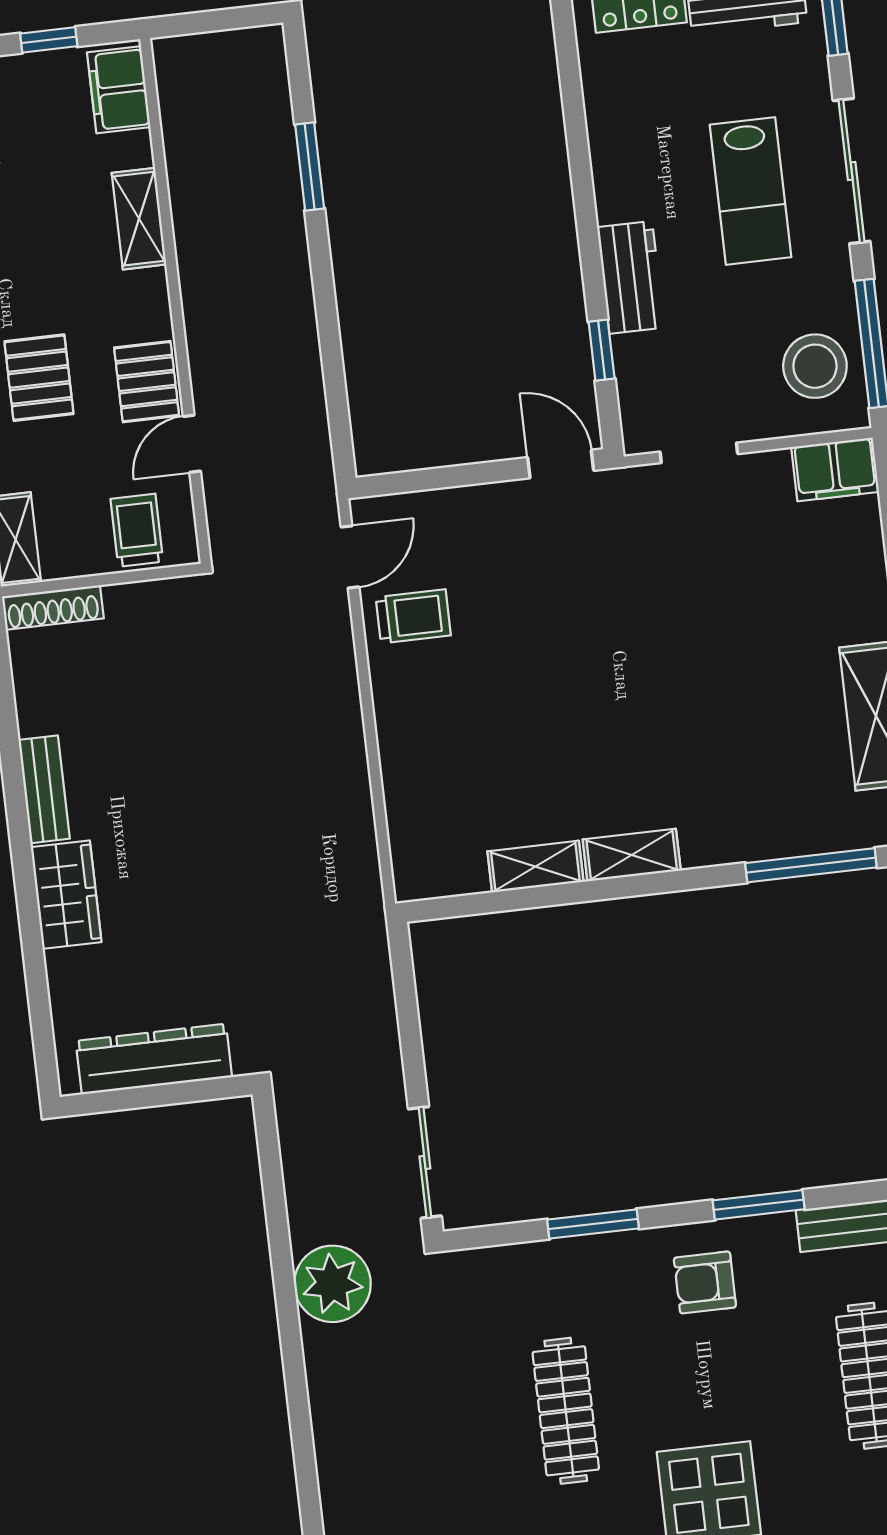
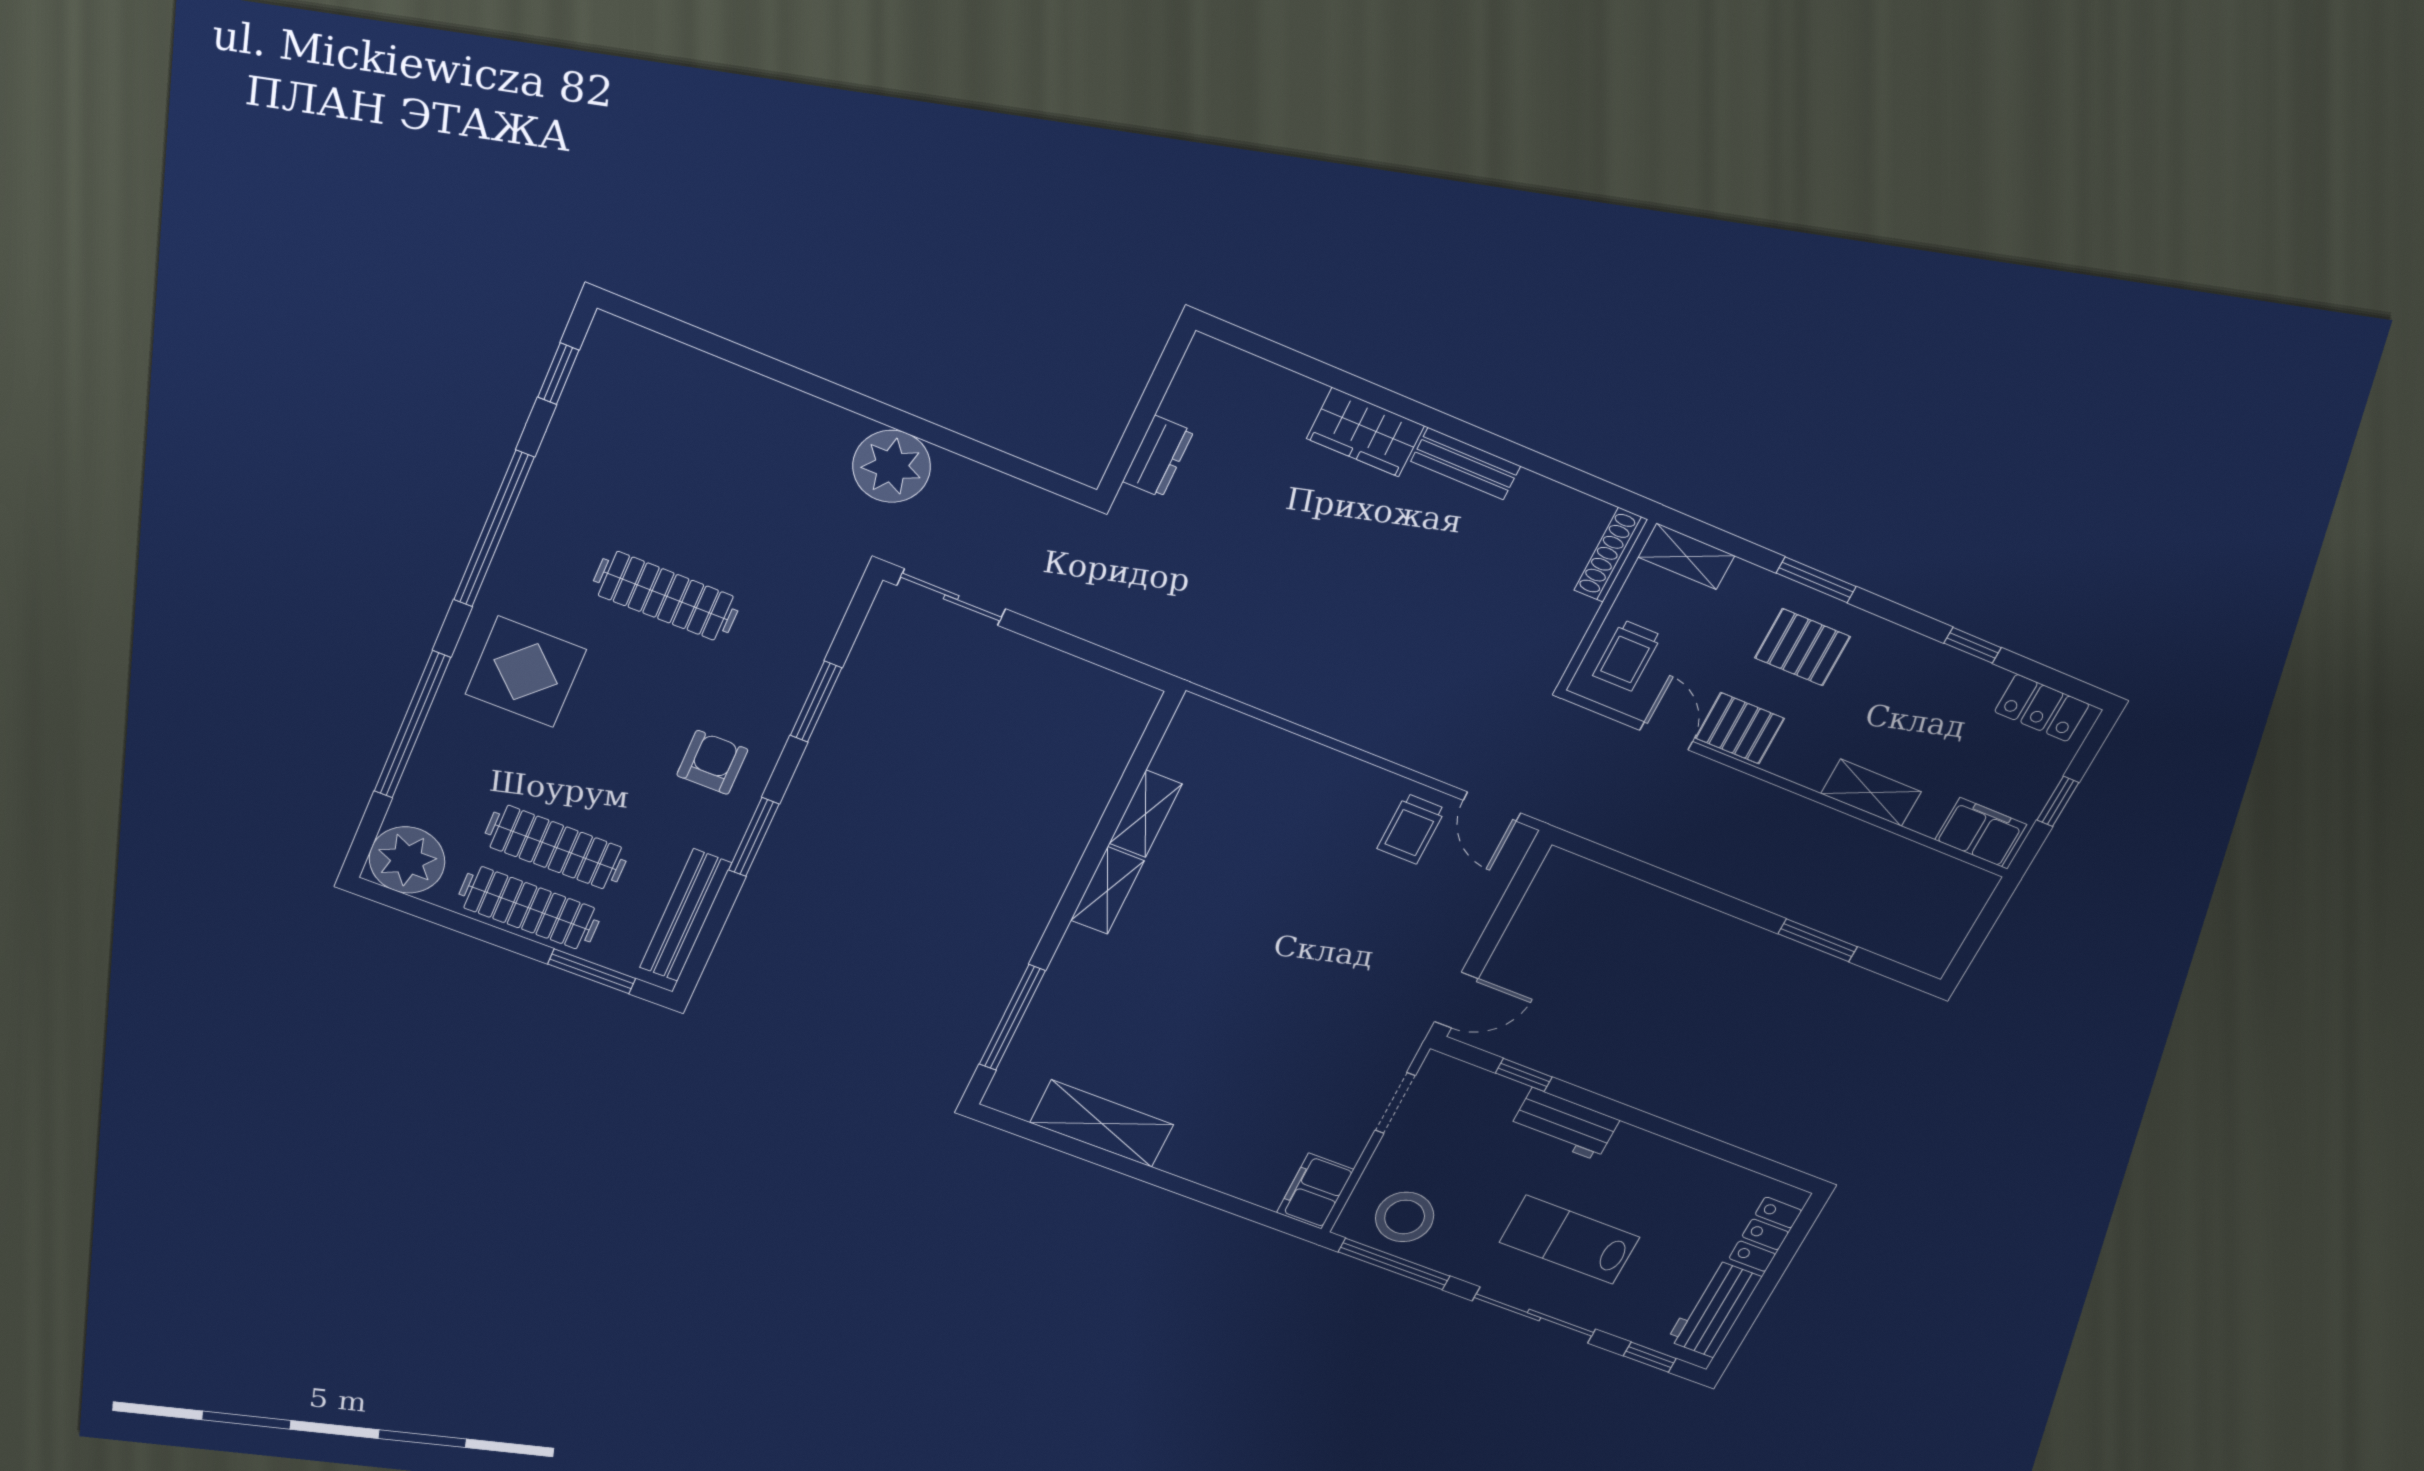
trolley: (137, 530) -> (1627, 656), turned 90
dresser: (154, 1059) -> (1158, 456), width x0.51, depth x0.80

